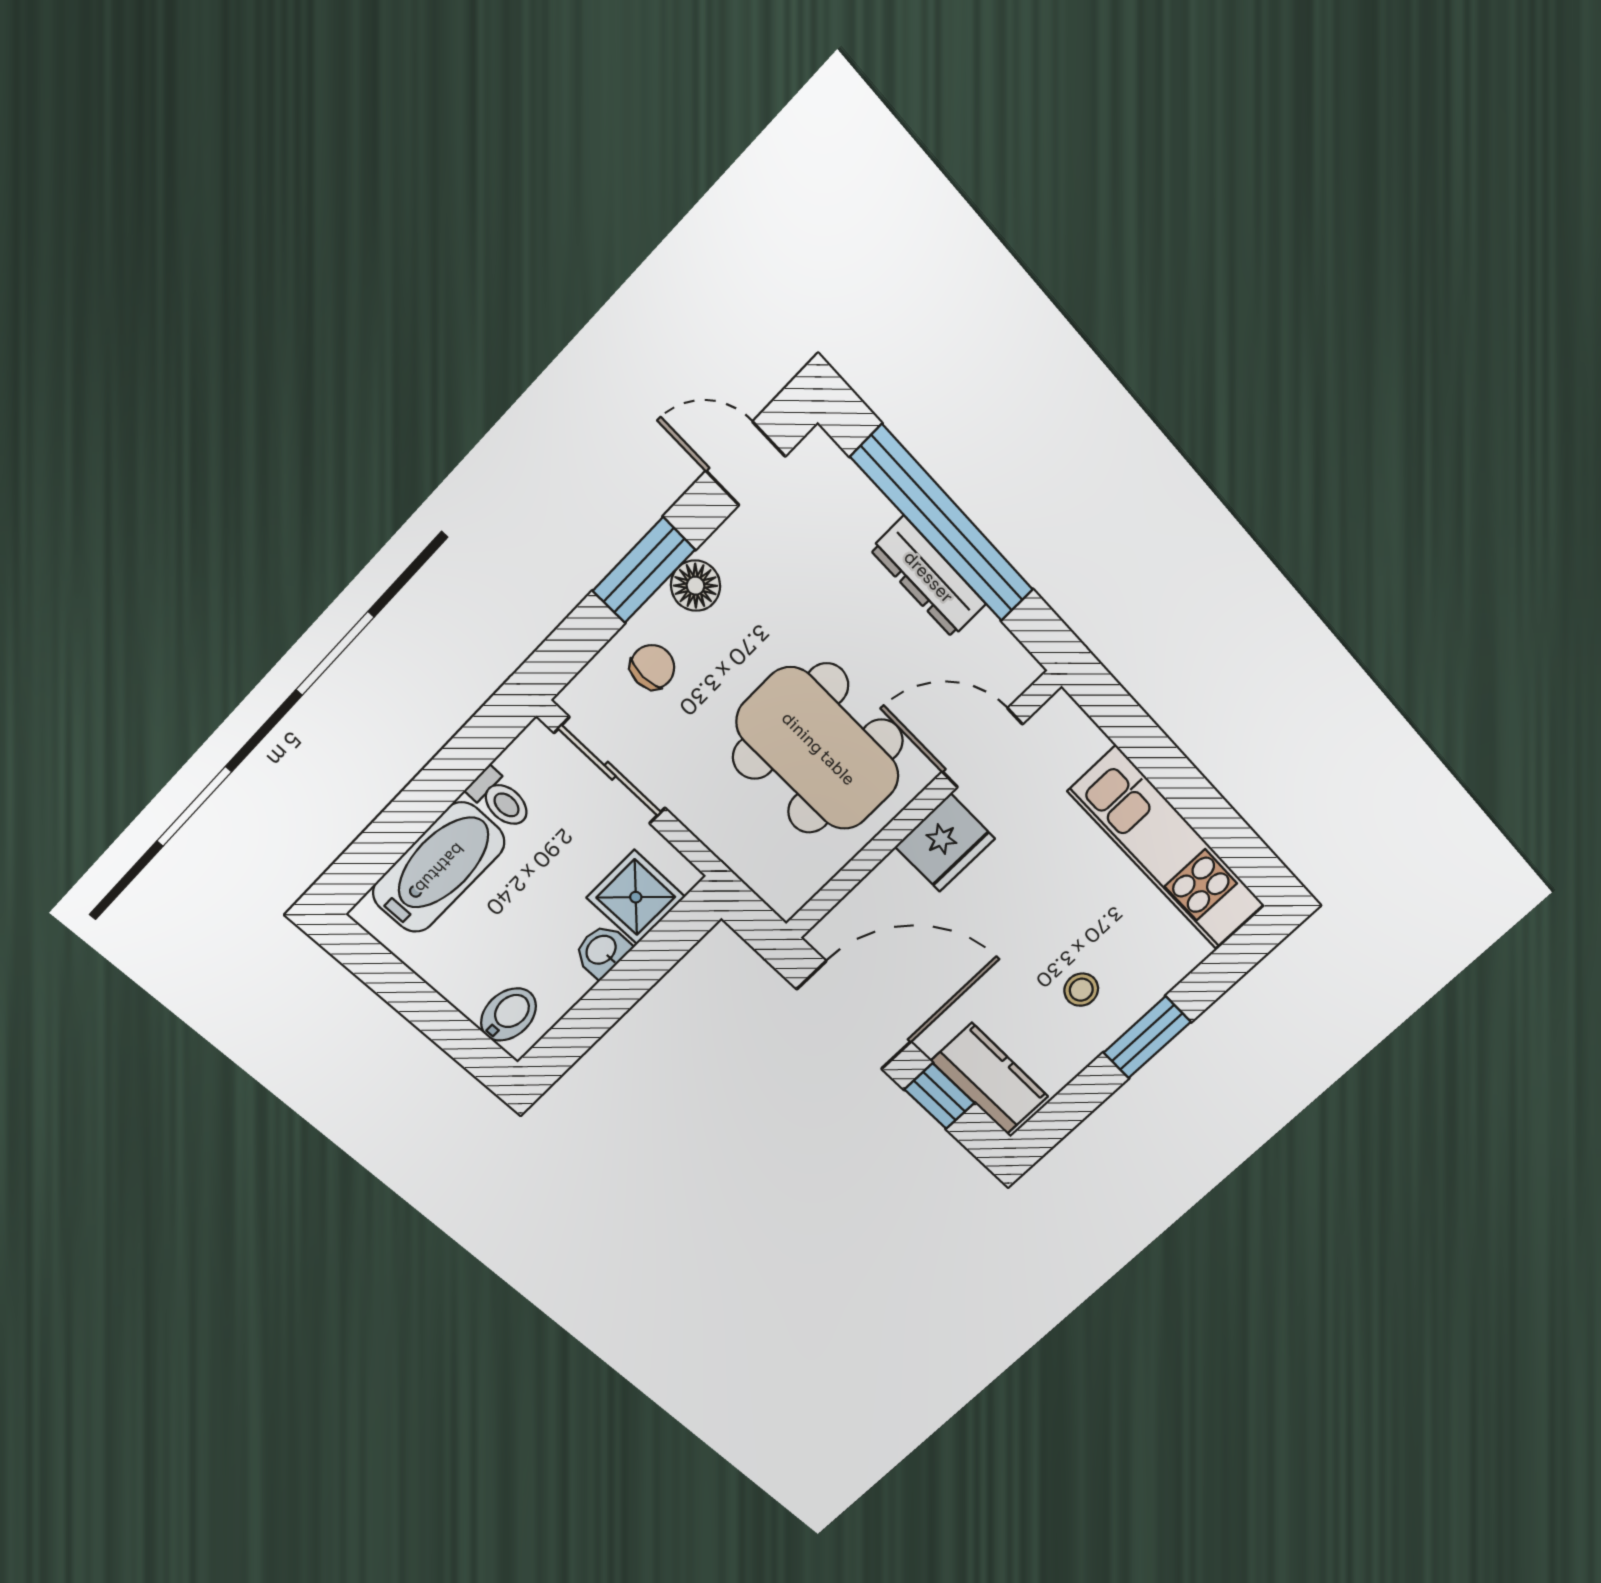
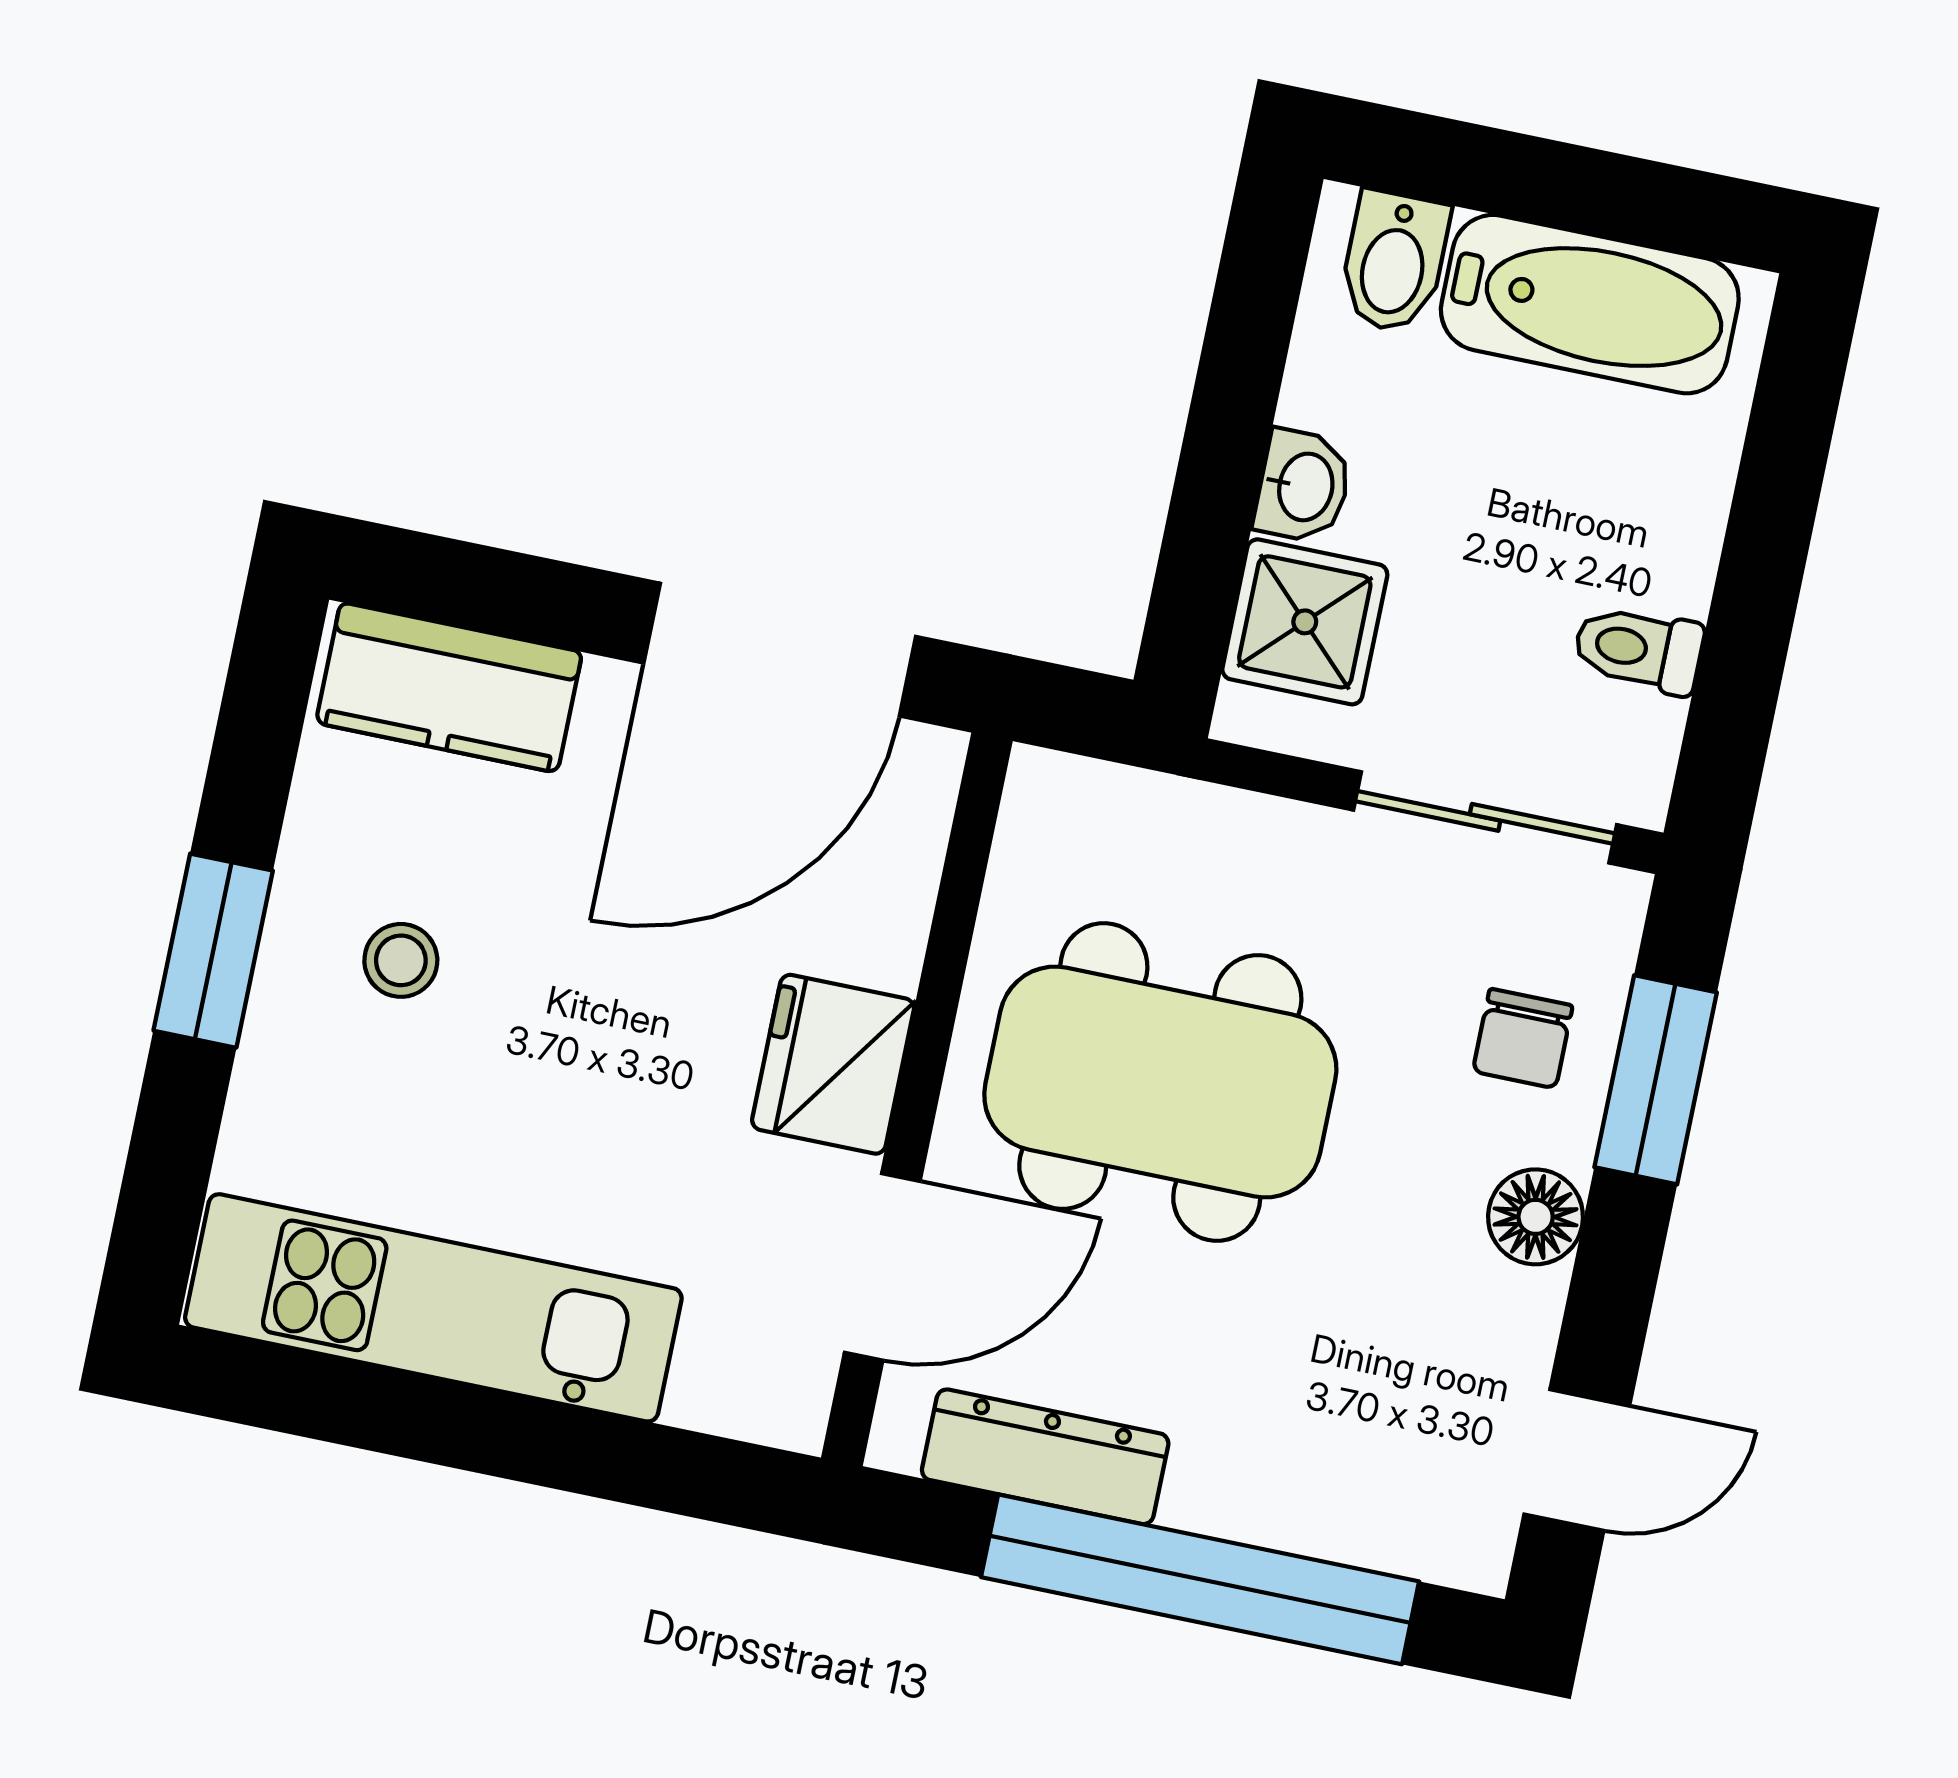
window: (644, 570) -> (1656, 1080), moved
dresser: (928, 577) -> (1045, 1457), moved
bathtub: (439, 868) -> (1590, 304), moved, turned -90
window: (939, 1096) -> (518, 596), removed

